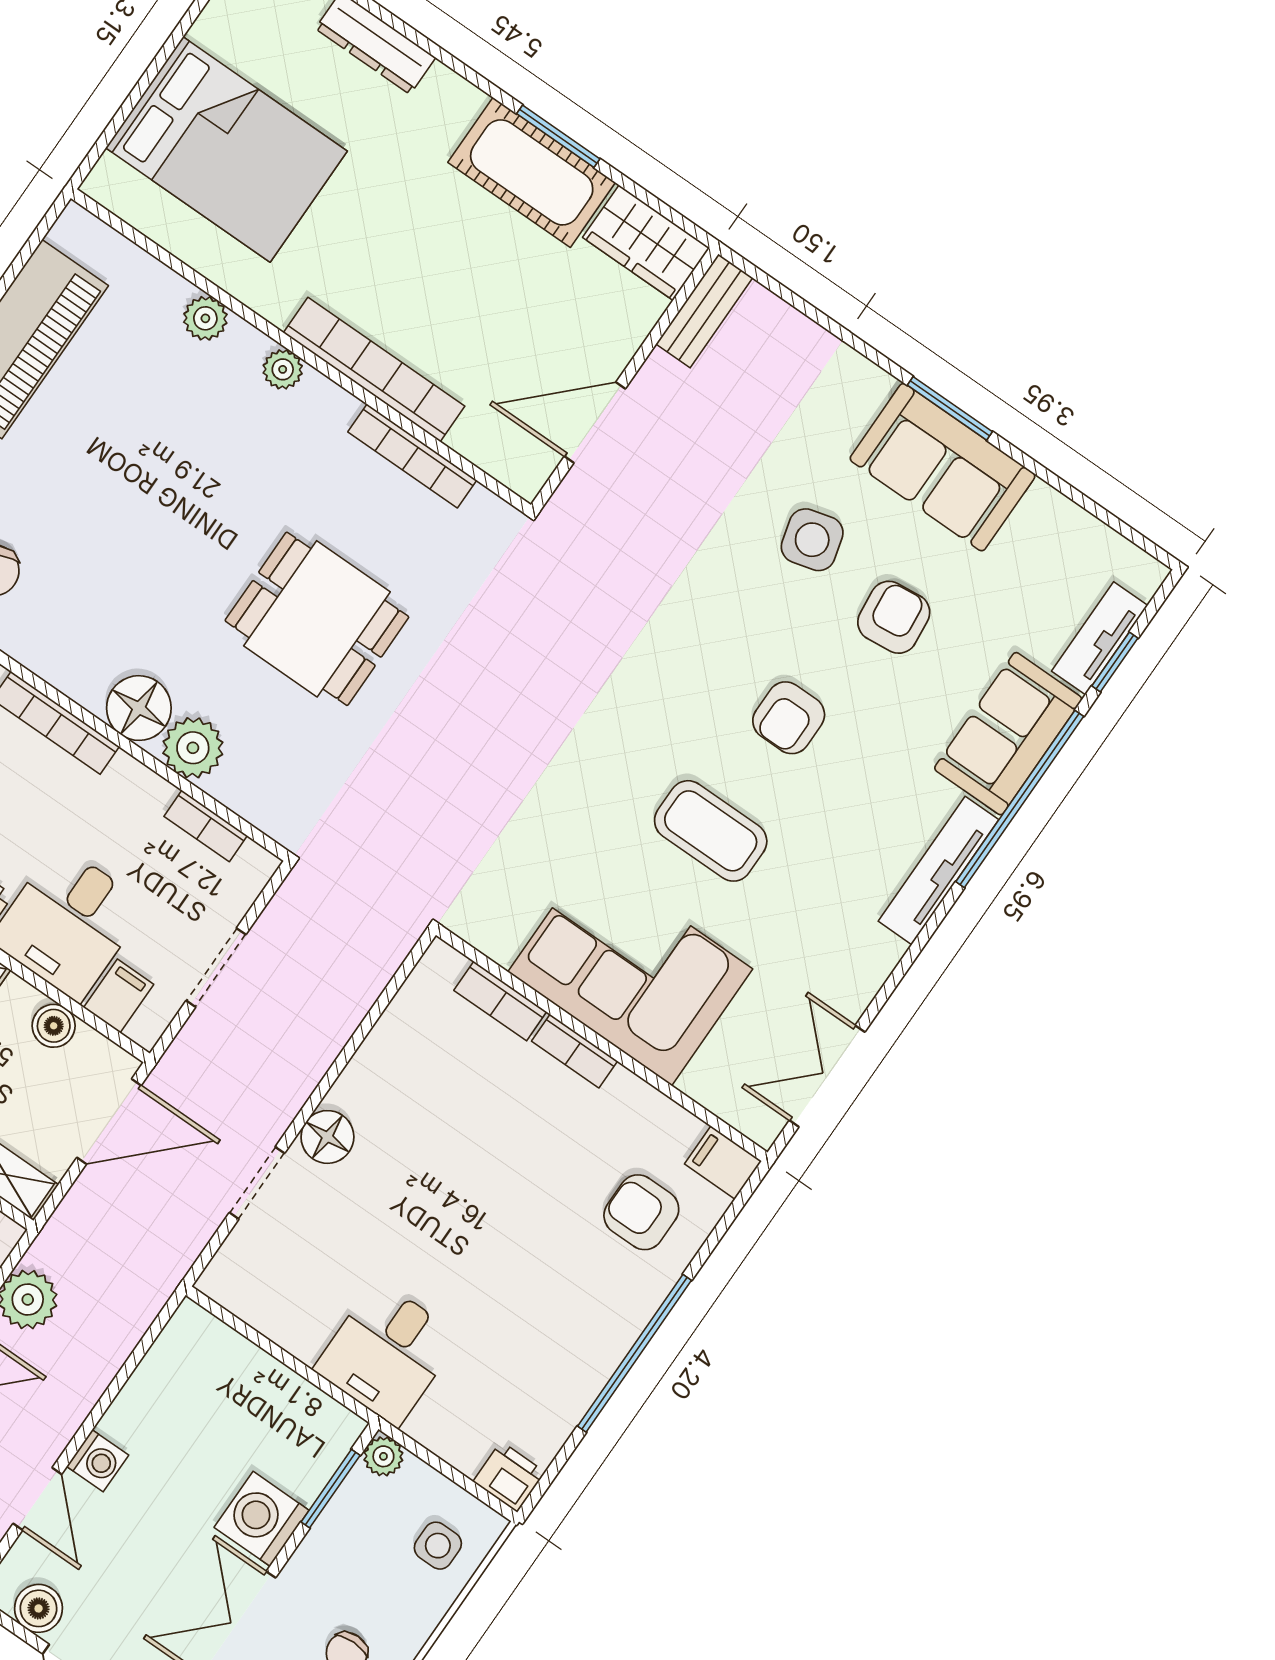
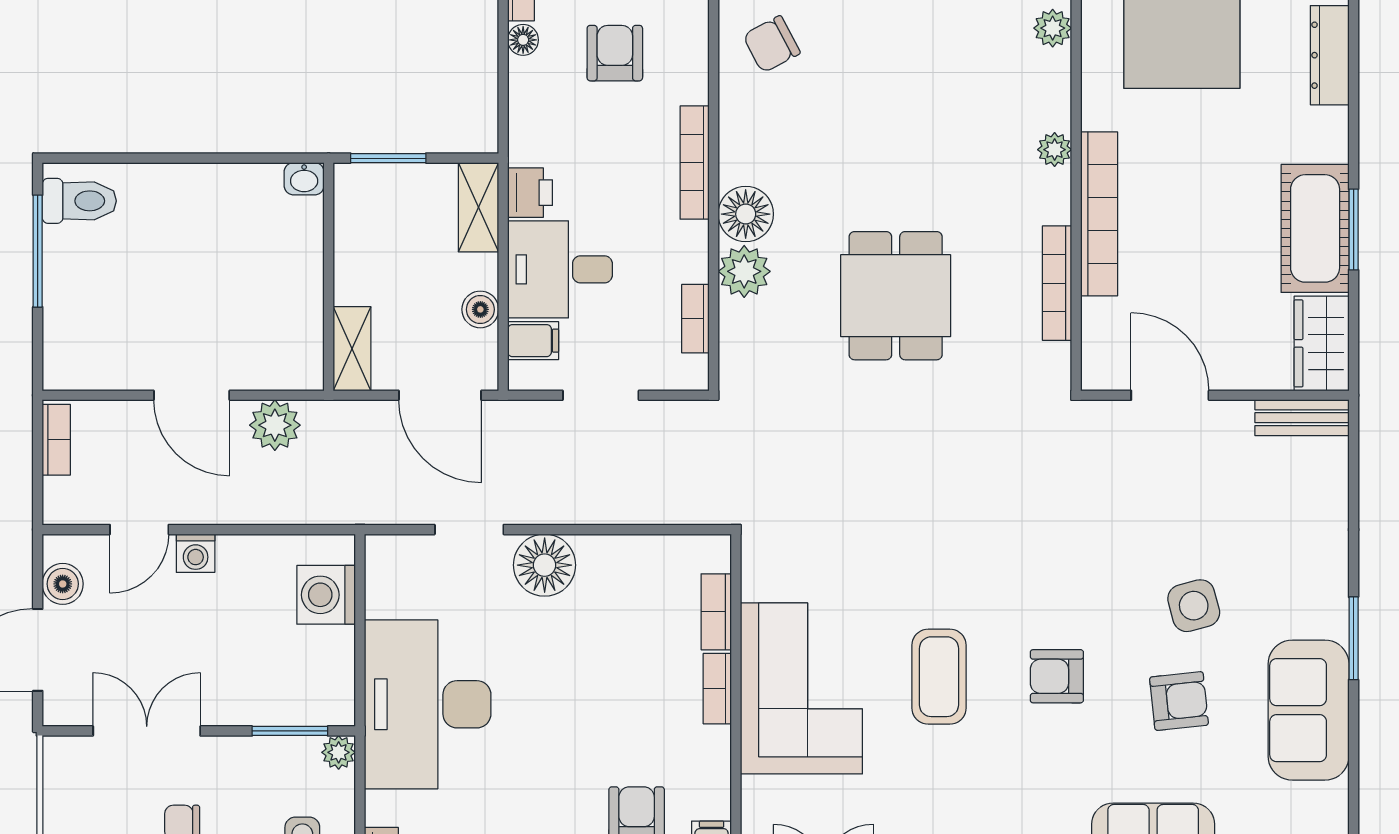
plant: (205, 318) -> (1053, 28), moved
sofa: (943, 467) -> (1309, 710), moved
floor lamp: (327, 1137) -> (545, 565), width x1.38, depth x1.38
desk: (387, 1353) -> (428, 704), width x1.87, depth x1.30
washing machine: (262, 1519) -> (326, 595), moved, turned -90

